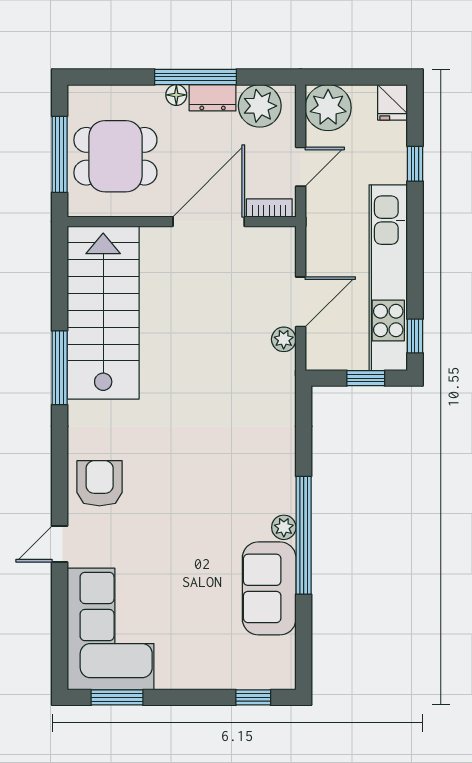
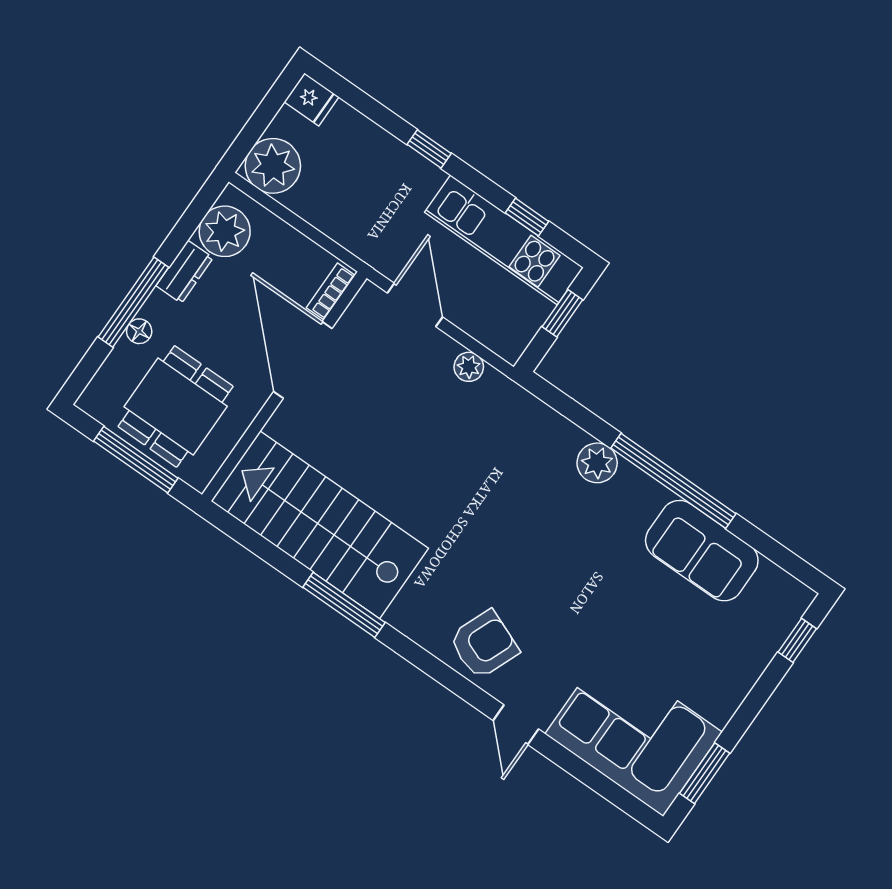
window: (195, 77) -> (133, 302), moved
floor lamp: (176, 95) -> (139, 331), moved
window: (415, 164) -> (429, 149), moved
door: (301, 167) -> (312, 233), removed
kitchen unit: (388, 278) -> (504, 240), width x0.73
door: (301, 302) -> (415, 305), moved
window: (415, 336) -> (527, 217), moved
armchair: (100, 483) -> (484, 645), turned 112
plant: (284, 527) -> (597, 463), moved, width x1.38, depth x1.38

